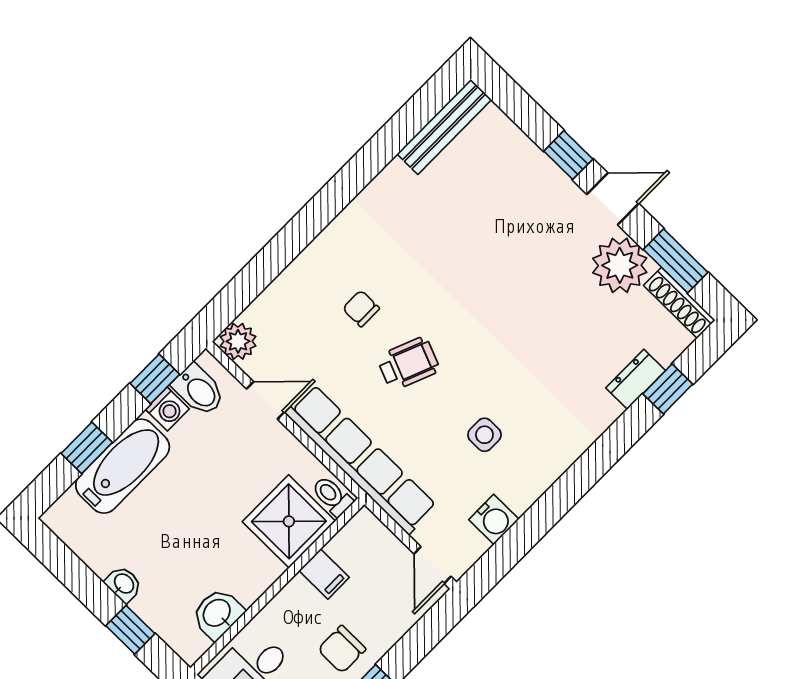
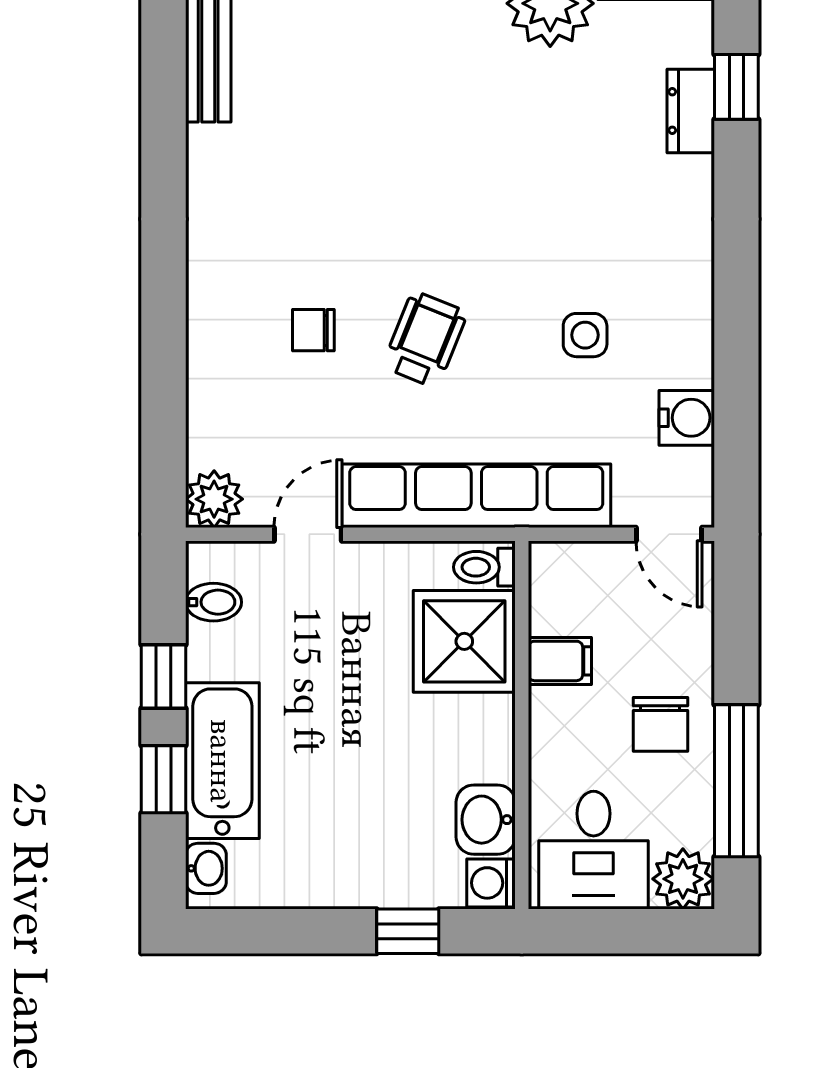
window: (155, 379) -> (163, 676), moved
bidet: (199, 390) -> (213, 602), width x0.72, depth x0.74
washing machine: (167, 409) -> (491, 883), moved, turned 180
washbasin: (123, 584) -> (206, 868), moved, turned 90

